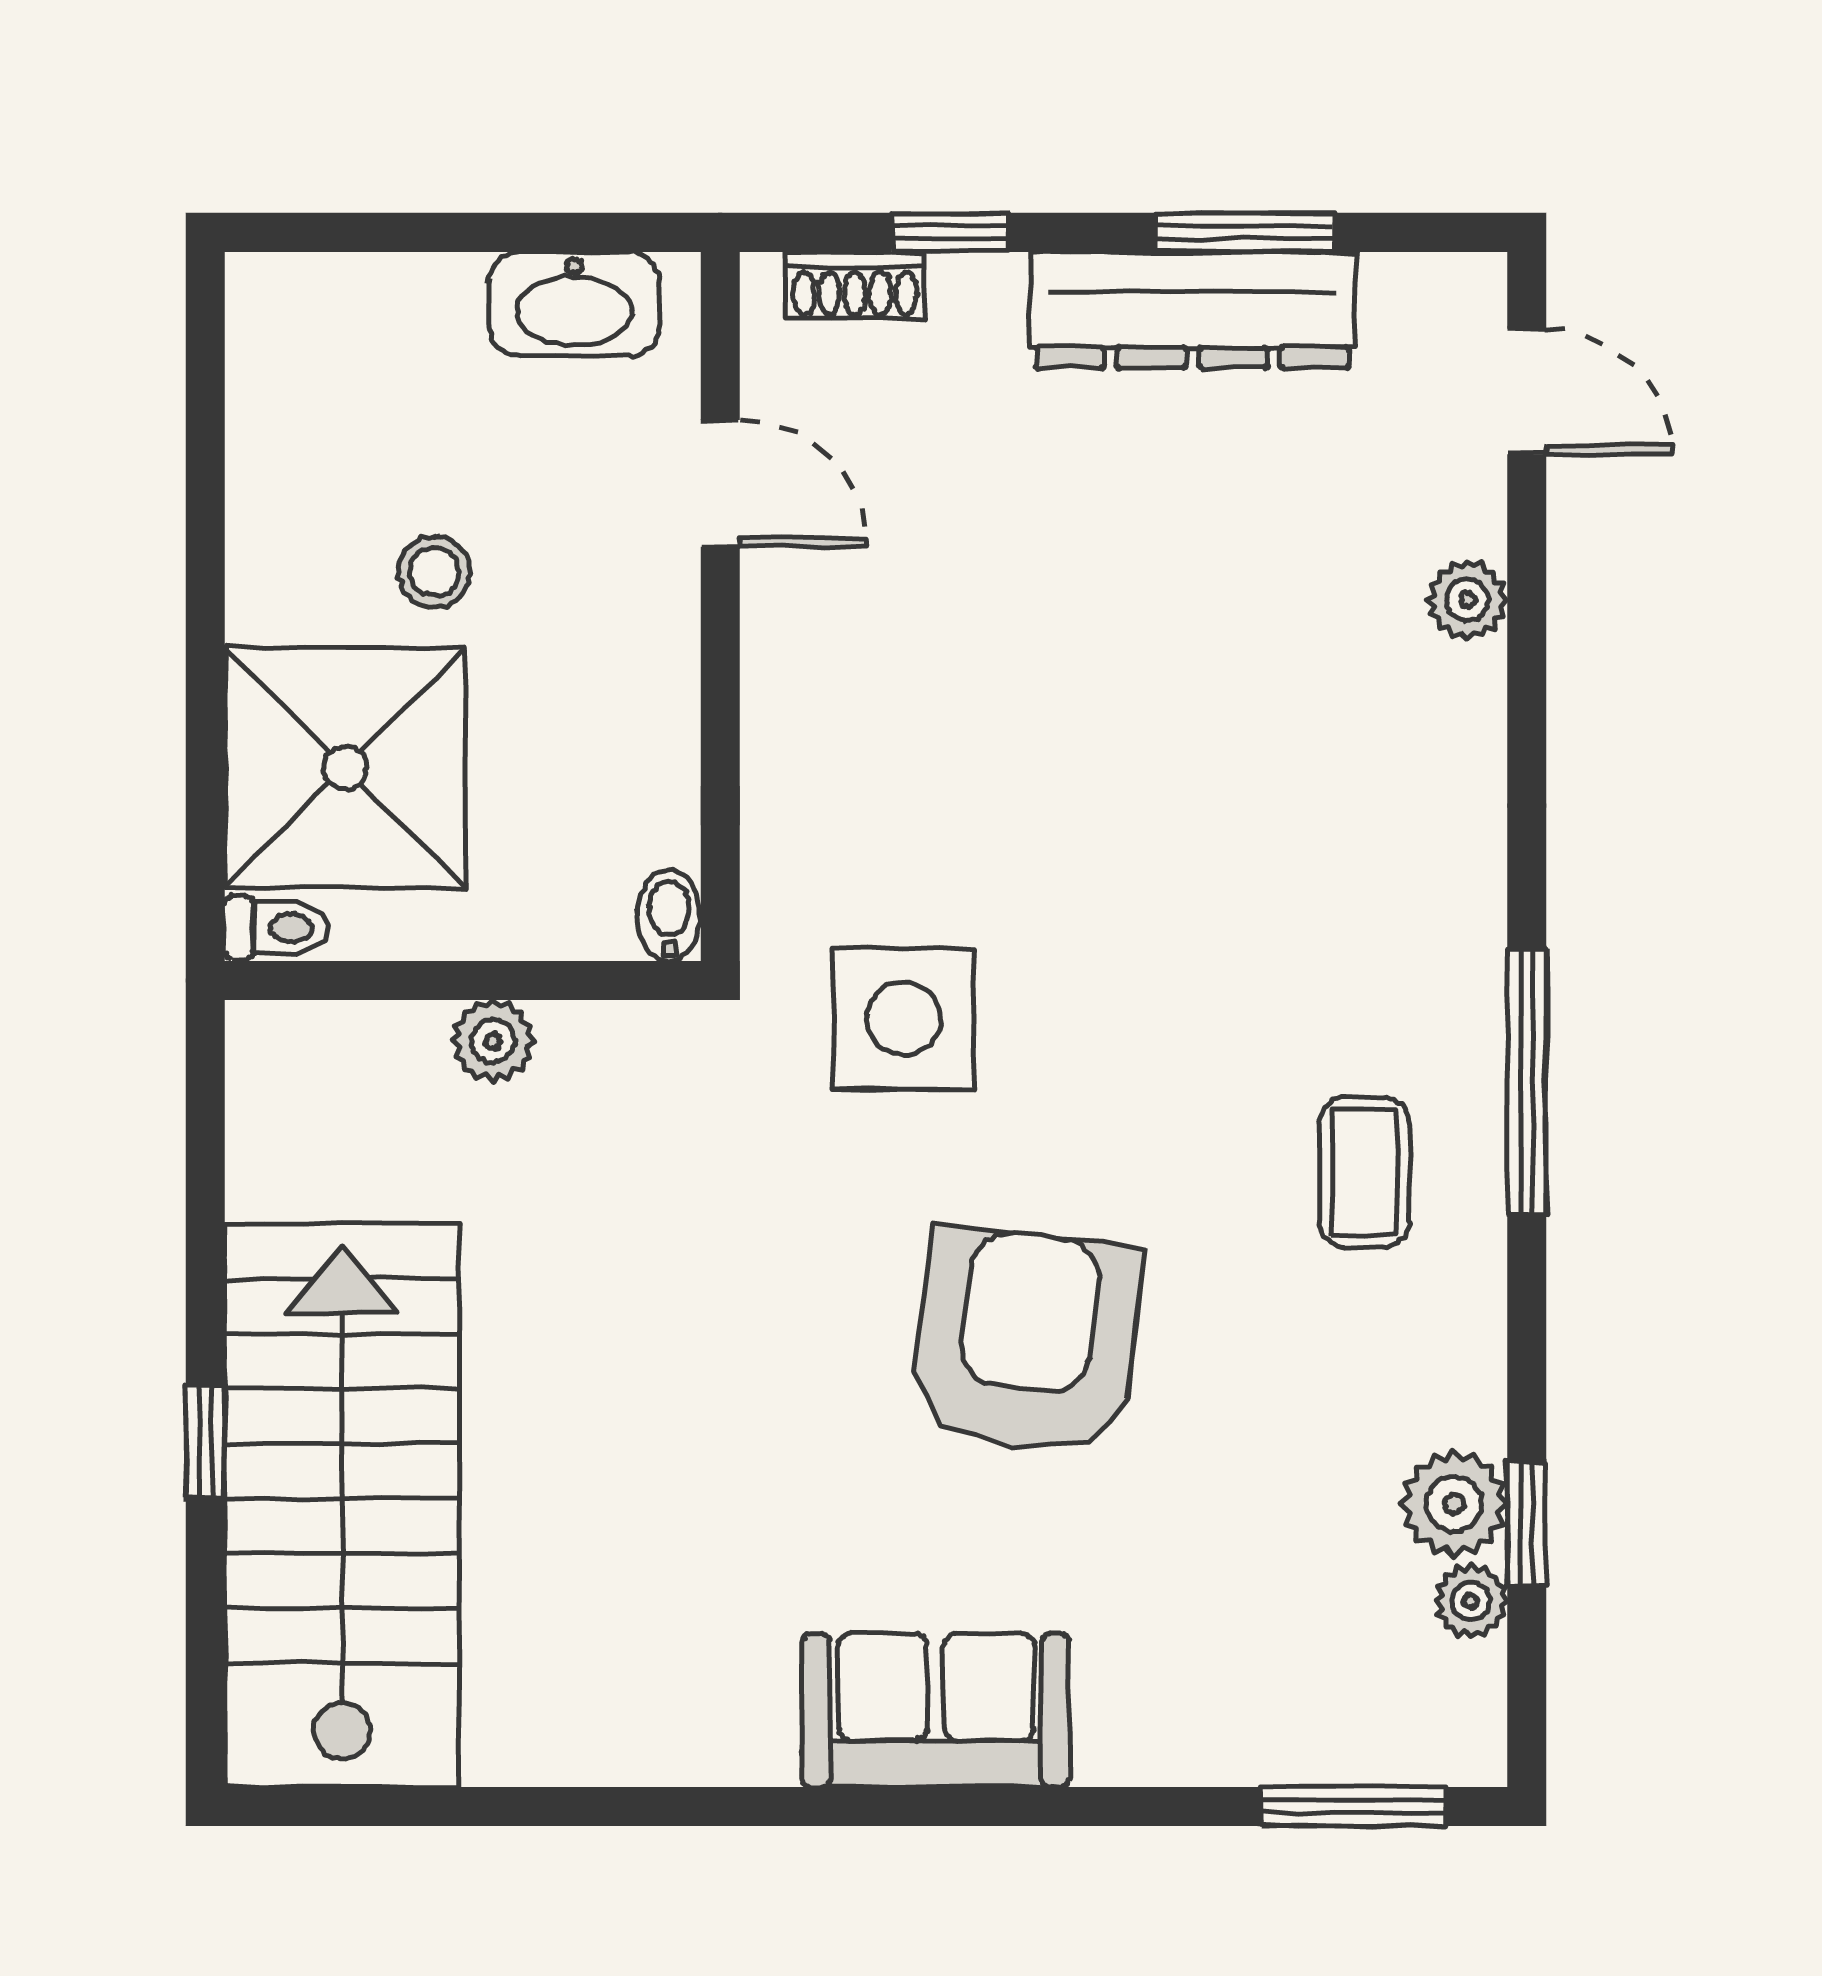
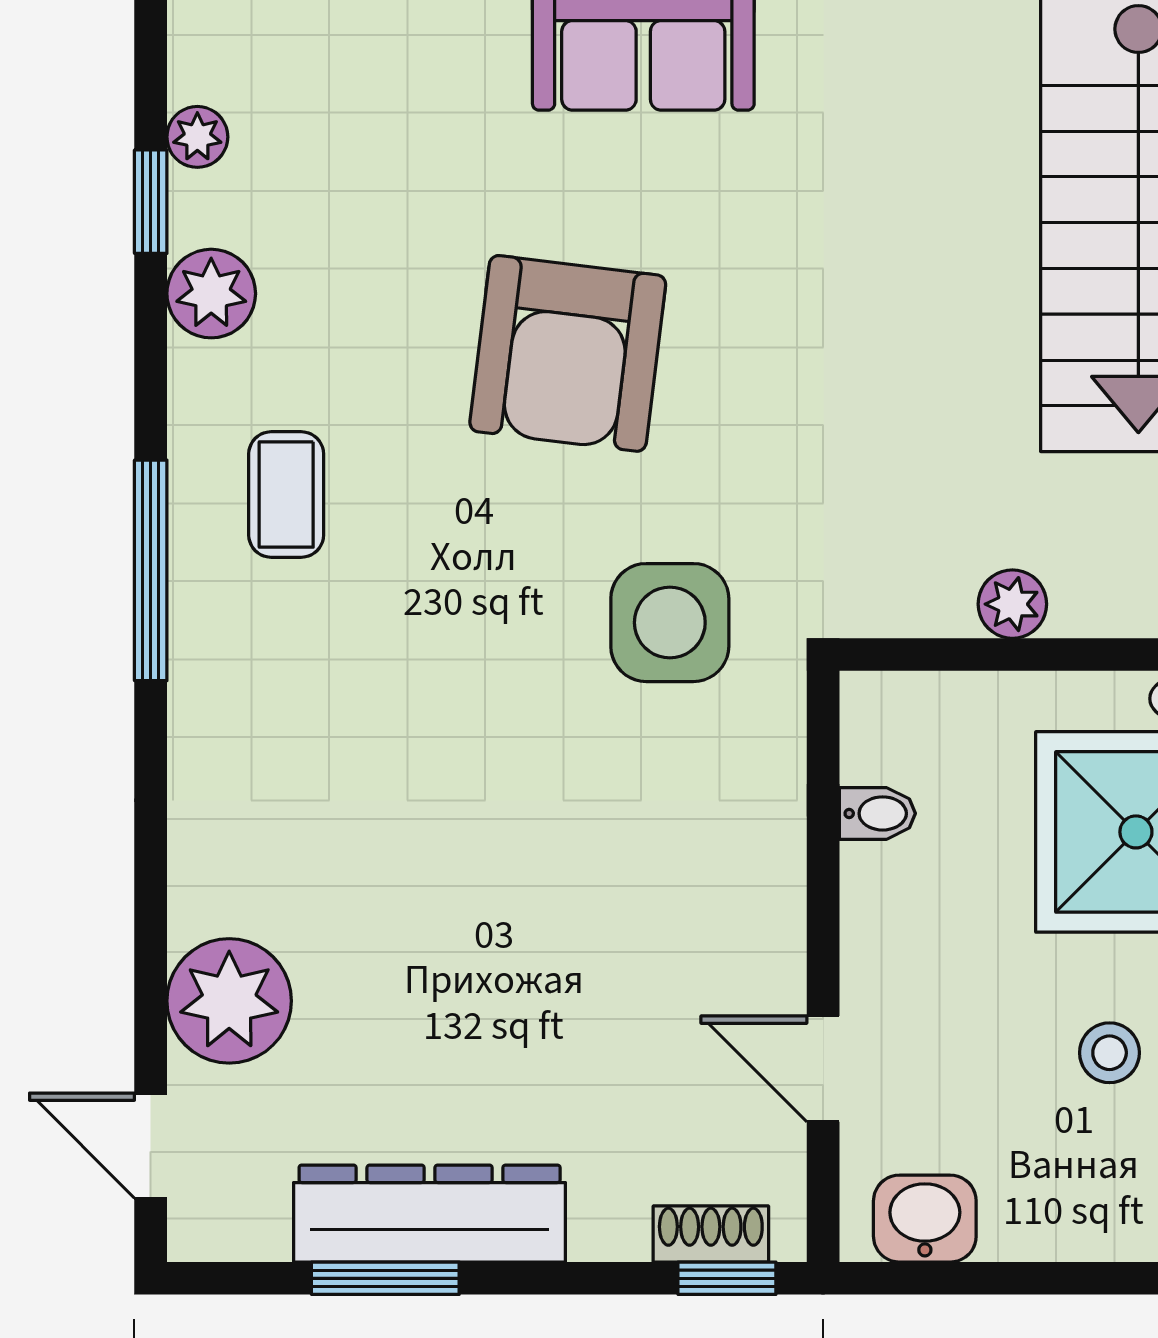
window: (951, 232) -> (727, 1278), moved
washbasin: (574, 304) -> (925, 1219), width x0.72
stool: (434, 572) -> (1110, 1053), moved
plant: (1467, 600) -> (229, 1001), width x1.88, depth x1.88
bidet: (669, 915) -> (877, 813), moved, turned -90
plant: (1454, 1504) -> (211, 294), moved

